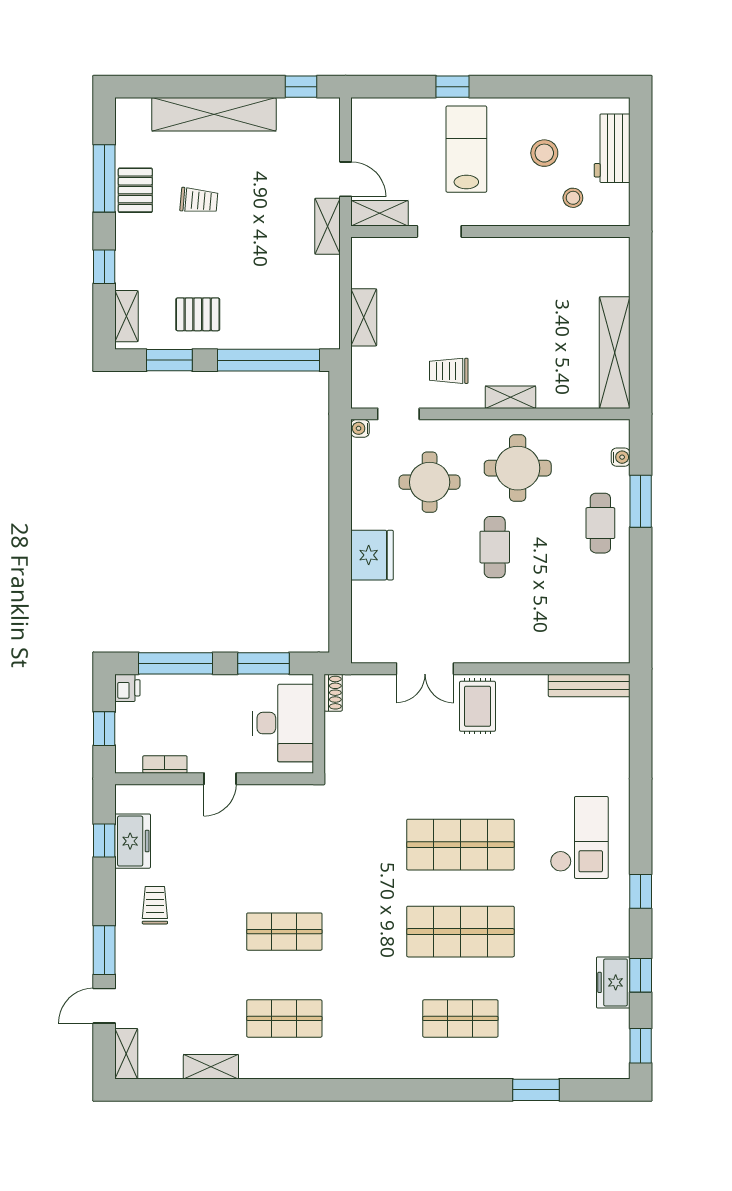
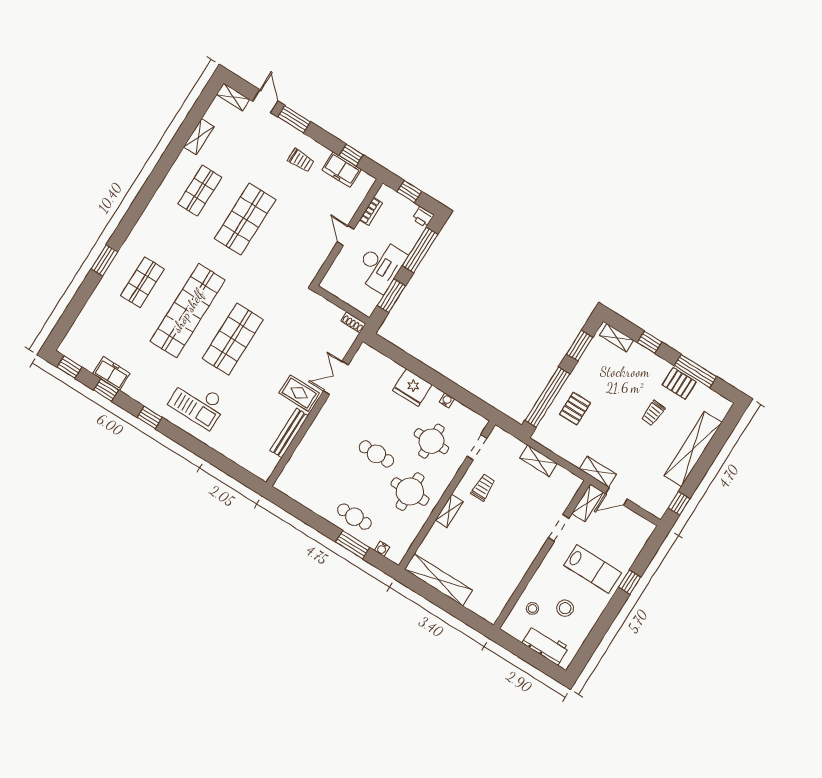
pallet: (198, 314) -> (575, 409), moved
water cooler: (360, 428) -> (447, 400), moved
bench: (589, 685) -> (289, 433), moved
desk: (283, 723) -> (380, 265), moved, turned -90
shop shelf: (284, 932) -> (245, 219), width x1.43, depth x1.36
shop shelf: (460, 932) -> (188, 311), width x1.40
window: (536, 1090) -> (104, 260), moved

